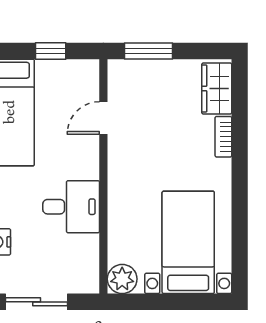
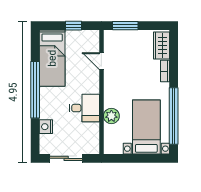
door: (103, 118) -> (101, 61), hinge flipped
window: (240, 222) -> (174, 116), added
plant: (122, 279) -> (111, 116), moved

